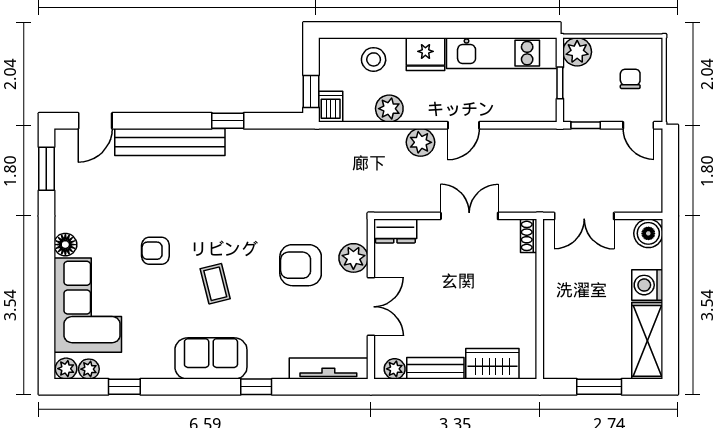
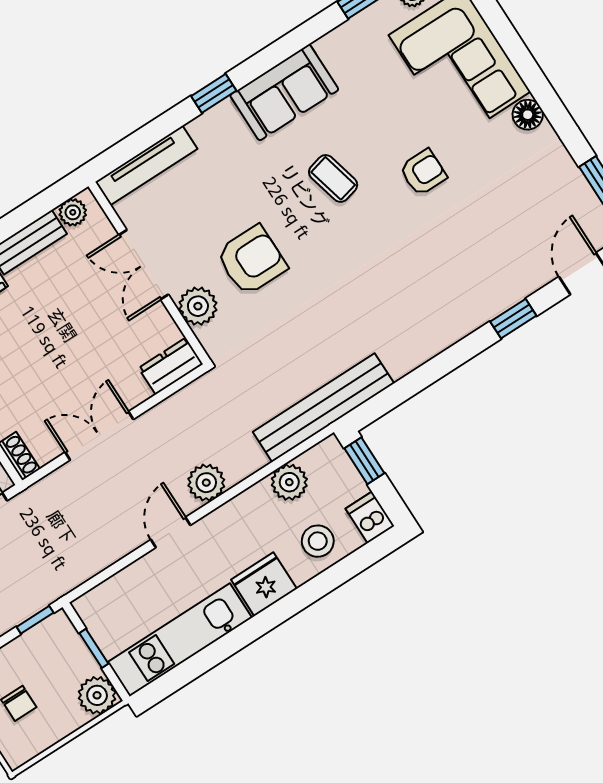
dishwasher: (331, 107) -> (370, 517), moved, turned 180
plant: (389, 109) -> (289, 482), moved
window: (228, 121) -> (513, 319), moved
bench: (170, 142) -> (323, 408), moved
double door: (469, 216) -> (99, 436), swing flipped

